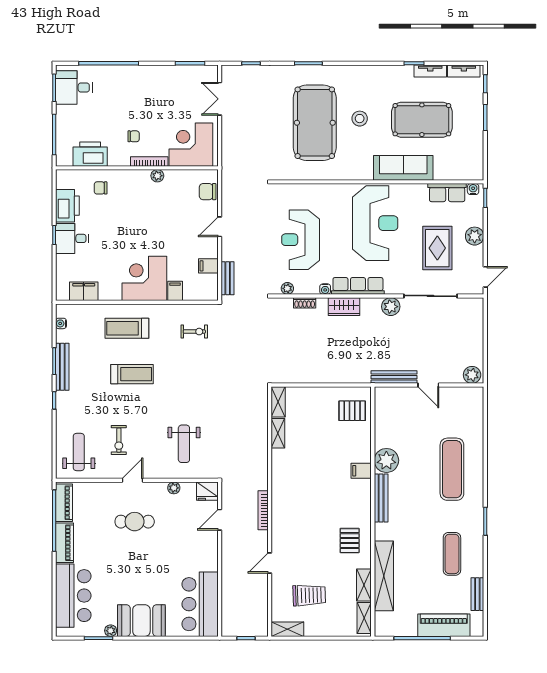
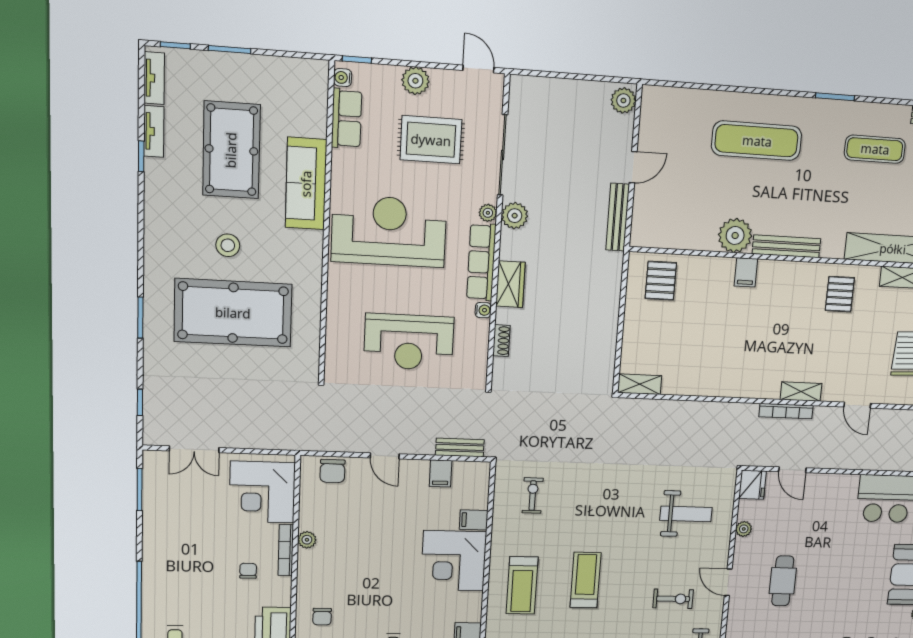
plant: (287, 288) -> (488, 213), moved
shelving: (278, 433) -> (801, 392), moved
pallet: (350, 541) -> (840, 294), turned 90

